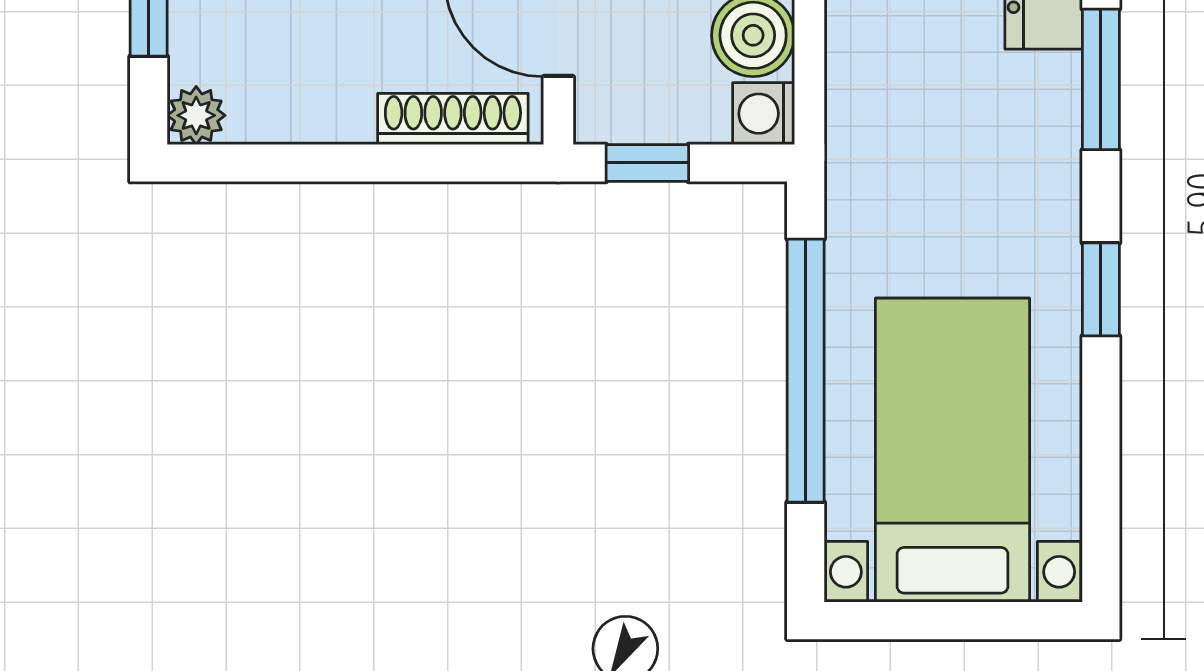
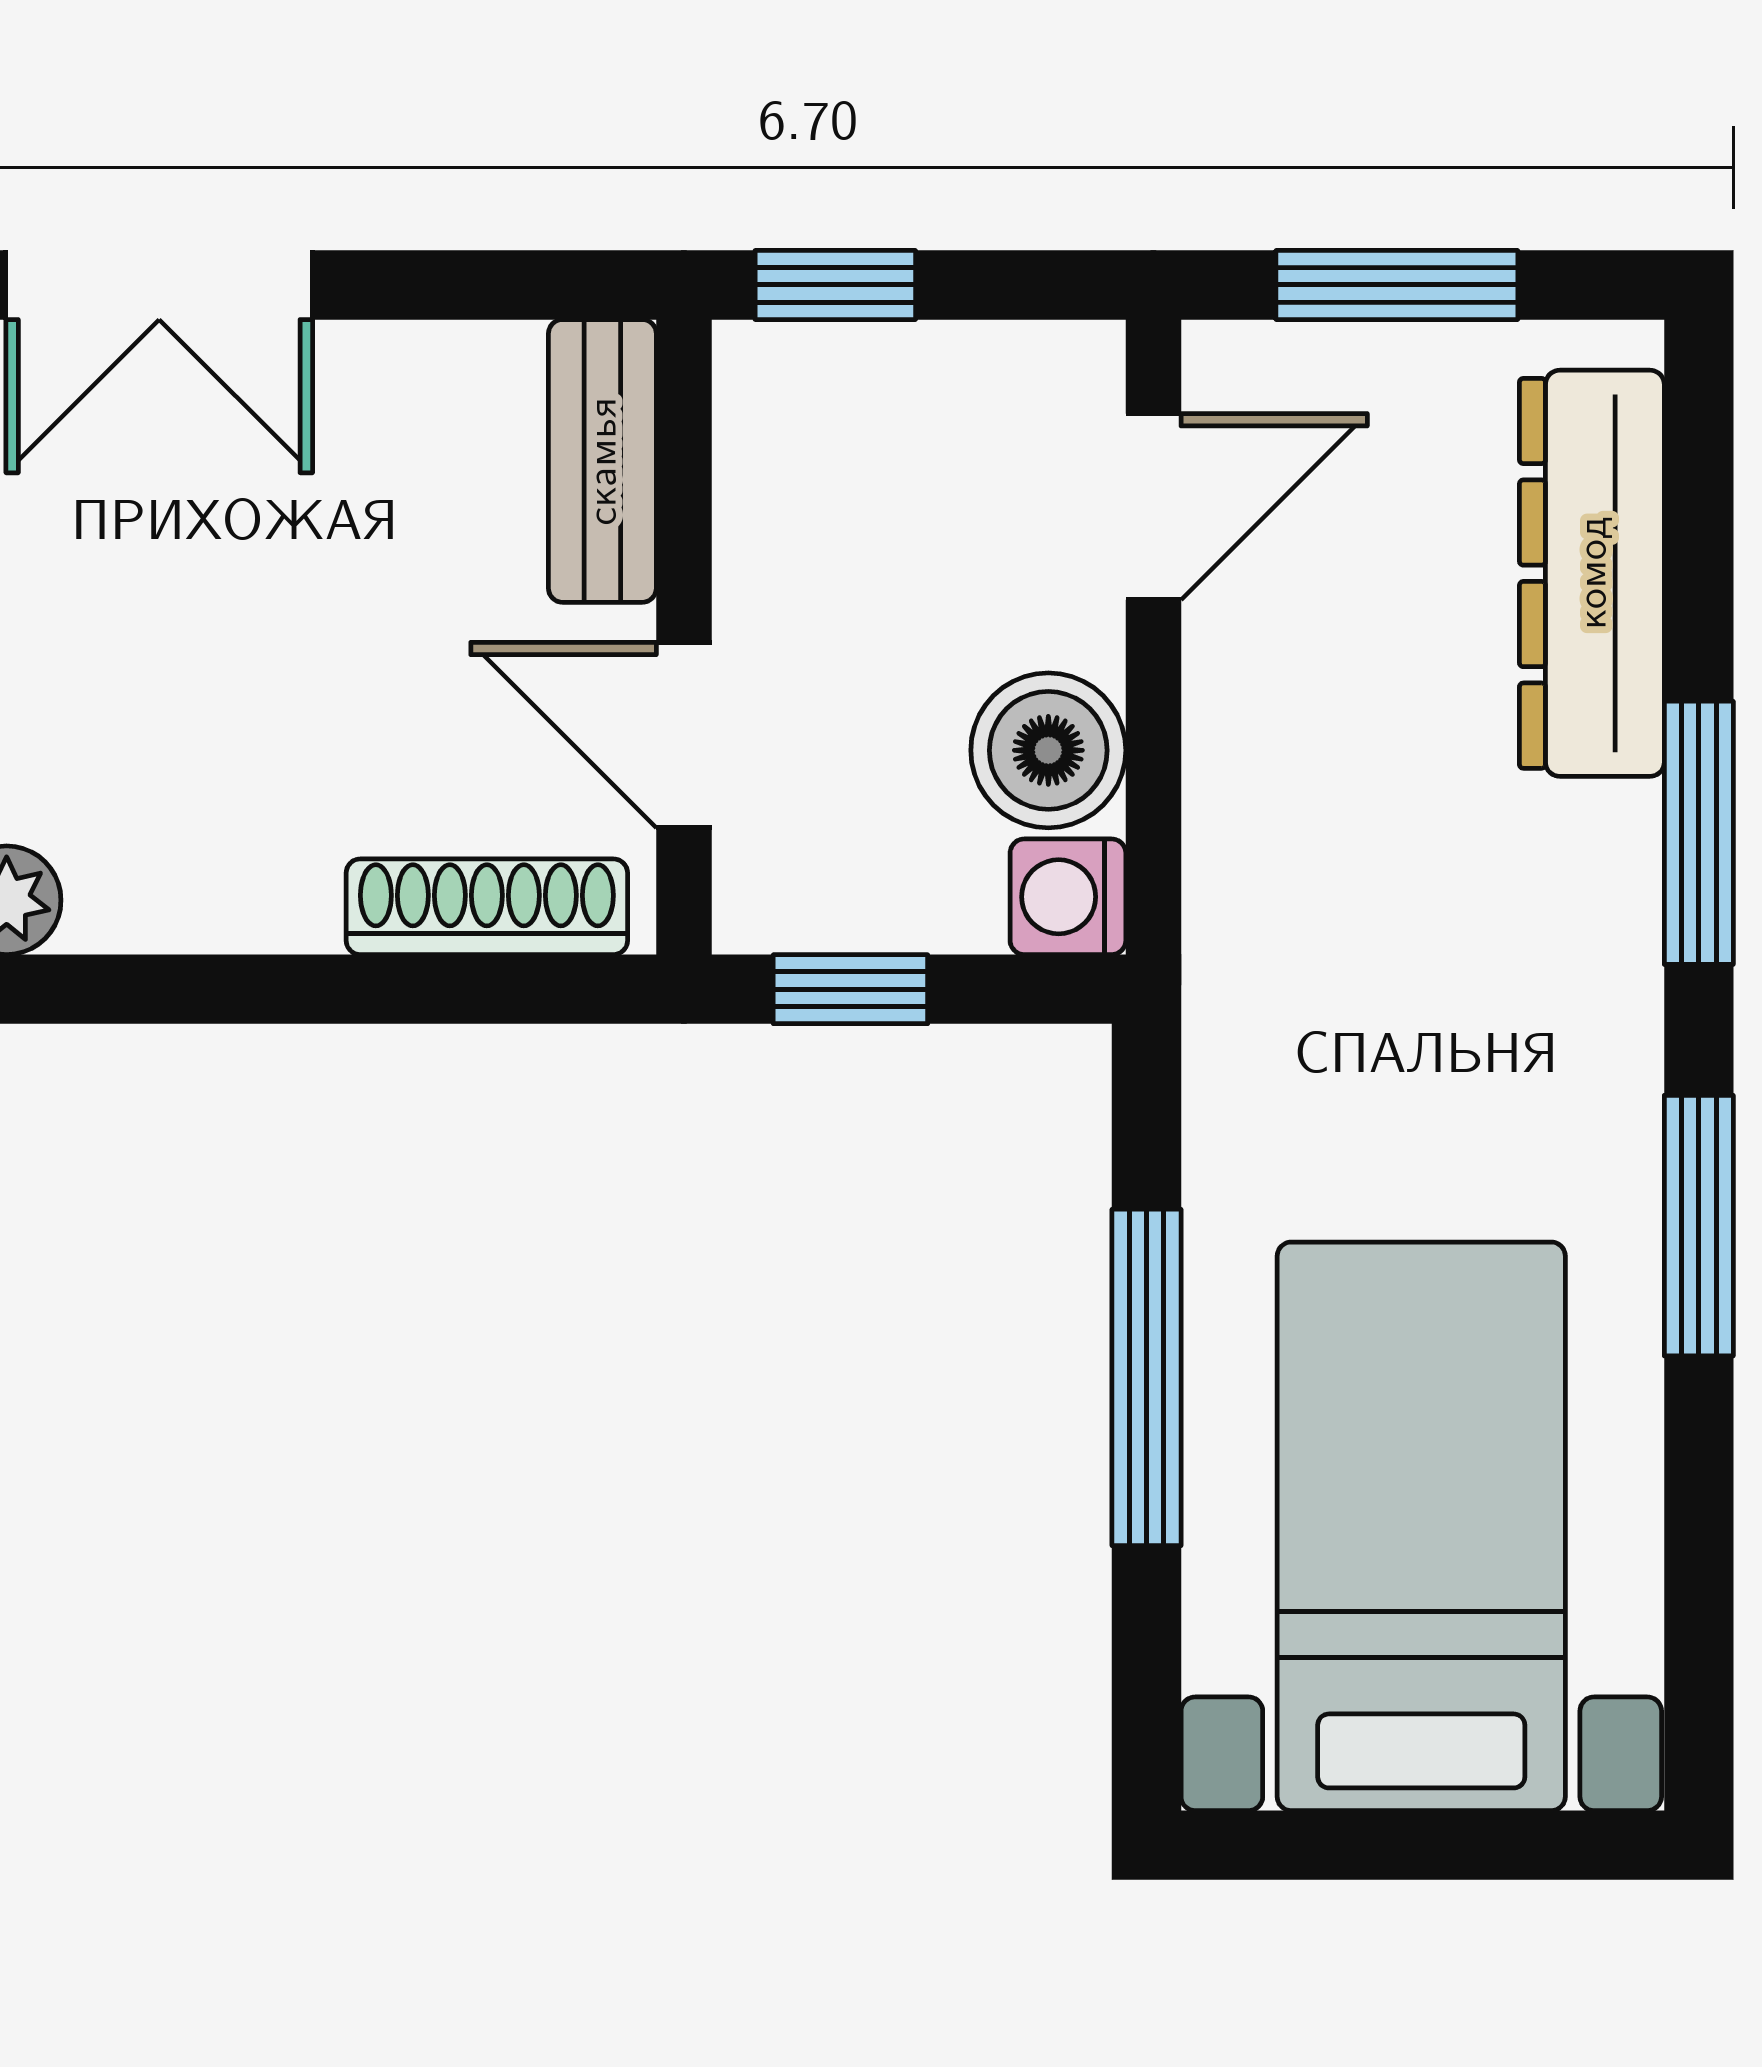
window: (1101, 289) -> (1699, 1226), width x1.50
window: (806, 371) -> (1147, 1377), width x0.68

